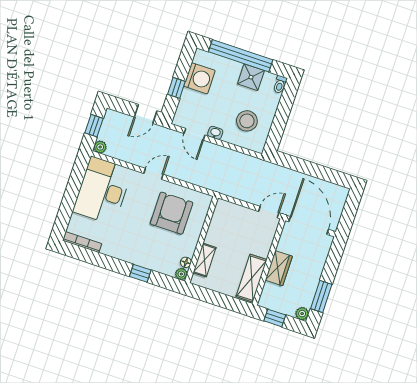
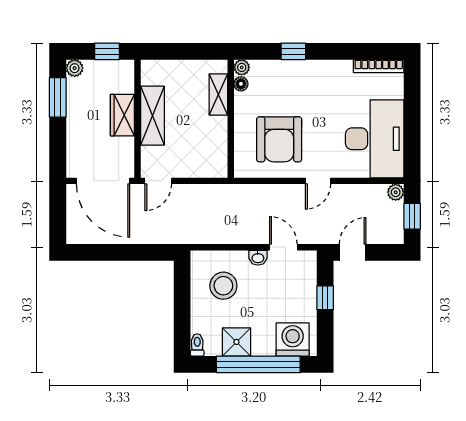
washing machine: (199, 78) -> (293, 340), moved, turned 90
shelving: (251, 278) -> (152, 116), moved

